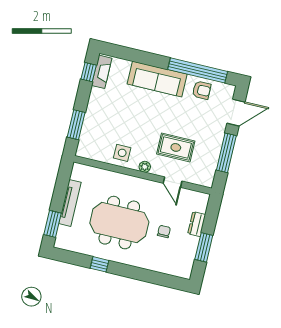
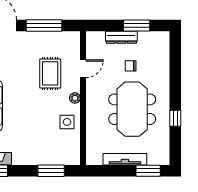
dresser: (197, 224) -> (121, 37), width x1.44

